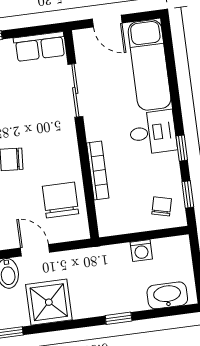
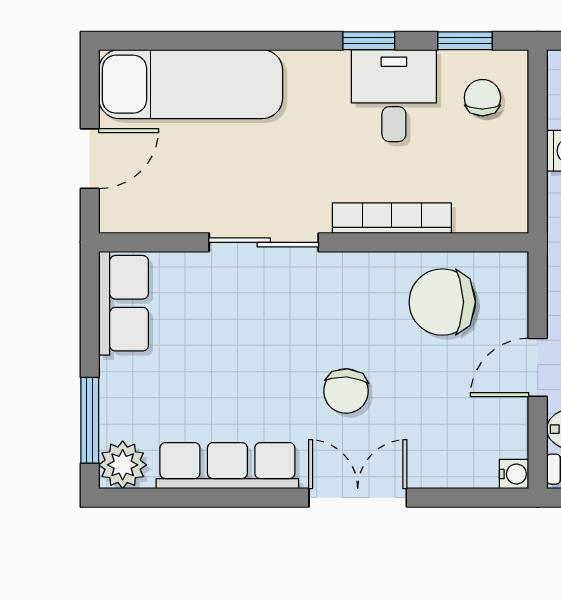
sliding door: (75, 90) -> (264, 242), moved
desk: (153, 132) -> (394, 96), moved
chair: (162, 206) -> (482, 98), turned 76

